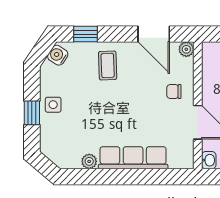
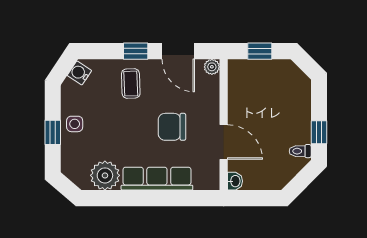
window: (86, 34) -> (136, 51), moved
chair: (174, 92) -> (172, 127), moved, width x1.87, depth x1.87
plant: (89, 161) -> (105, 175), width x1.88, depth x1.88

